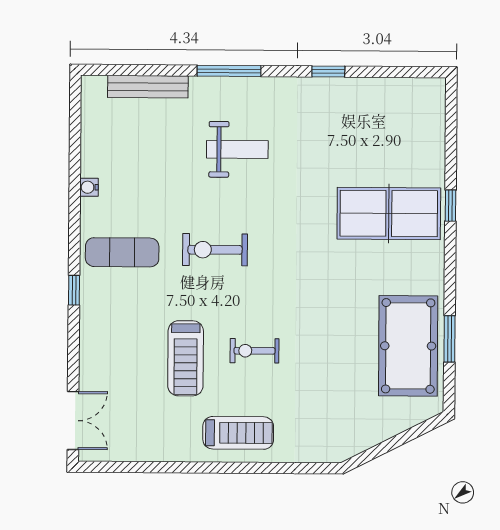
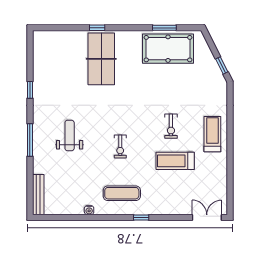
bench: (148, 87) -> (38, 195), moved
exercise bike: (215, 250) -> (120, 146), width x0.73, depth x0.72
exercise mat: (122, 252) -> (122, 193), turned 90
treadmill: (186, 358) -> (175, 161), turned 180
window: (374, 452) -> (222, 65), added

